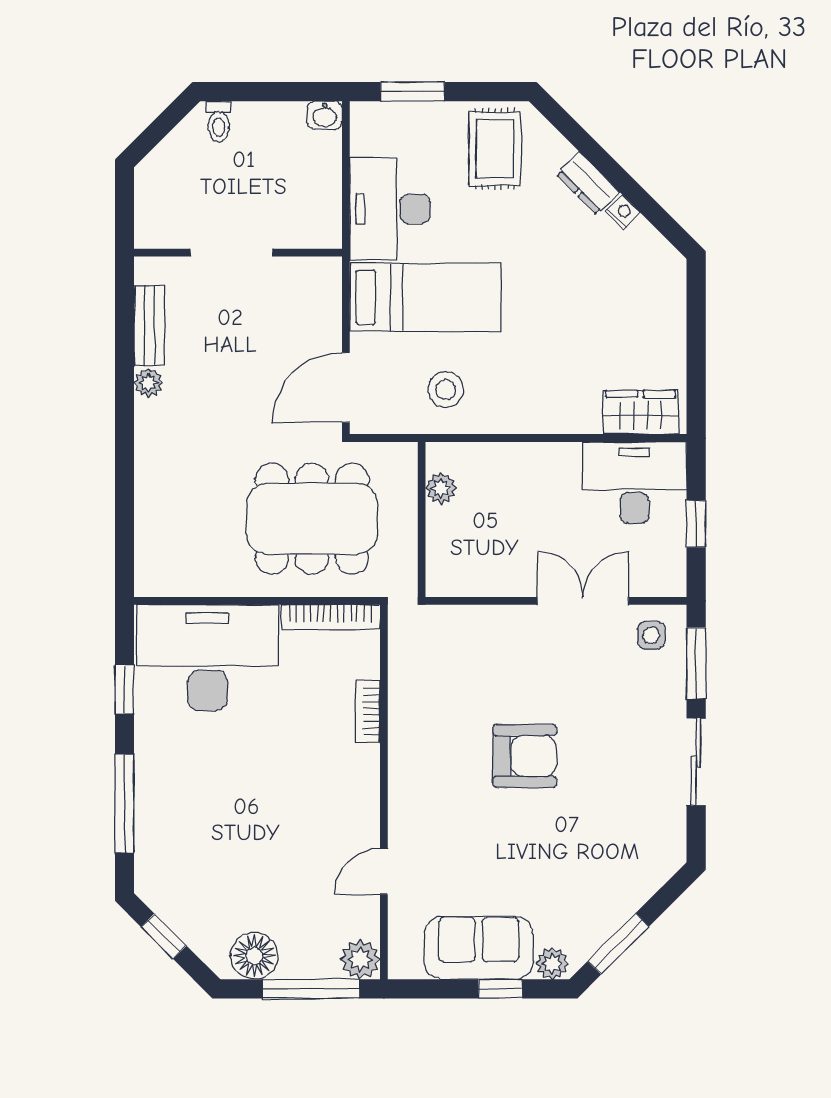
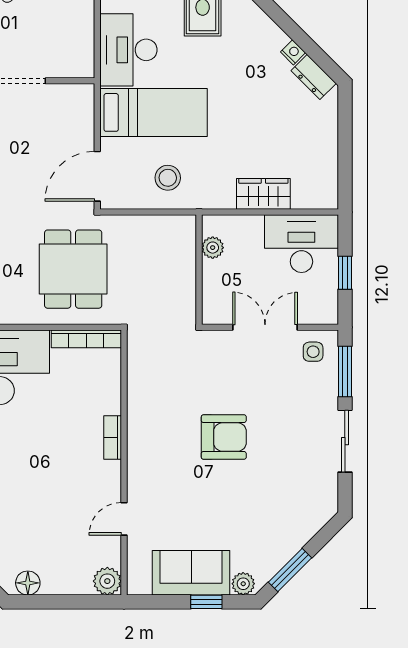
dresser: (588, 183) -> (314, 77), moved
wardrobe: (641, 412) -> (263, 194), moved
plant: (441, 488) -> (213, 248), moved
dining table: (312, 519) -> (73, 269), width x0.73
wall: (422, 519) -> (199, 270), moved
bookcase: (368, 712) -> (113, 437), moved
floor lamp: (254, 956) -> (28, 583), width x0.73, depth x0.73
window: (311, 989) -> (73, 602), removed

